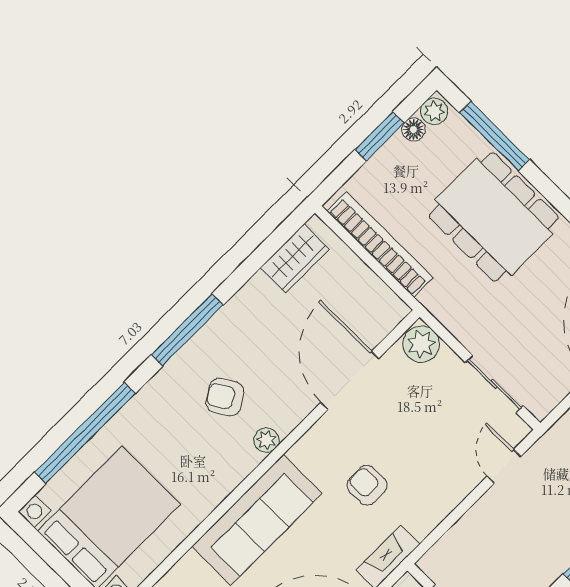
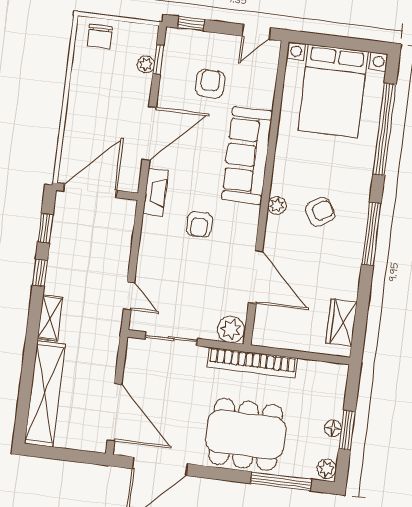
floor lamp: (414, 130) -> (333, 428), moved
bookcase: (380, 244) -> (252, 363), moved
armchair: (367, 485) -> (199, 224), turned 90

